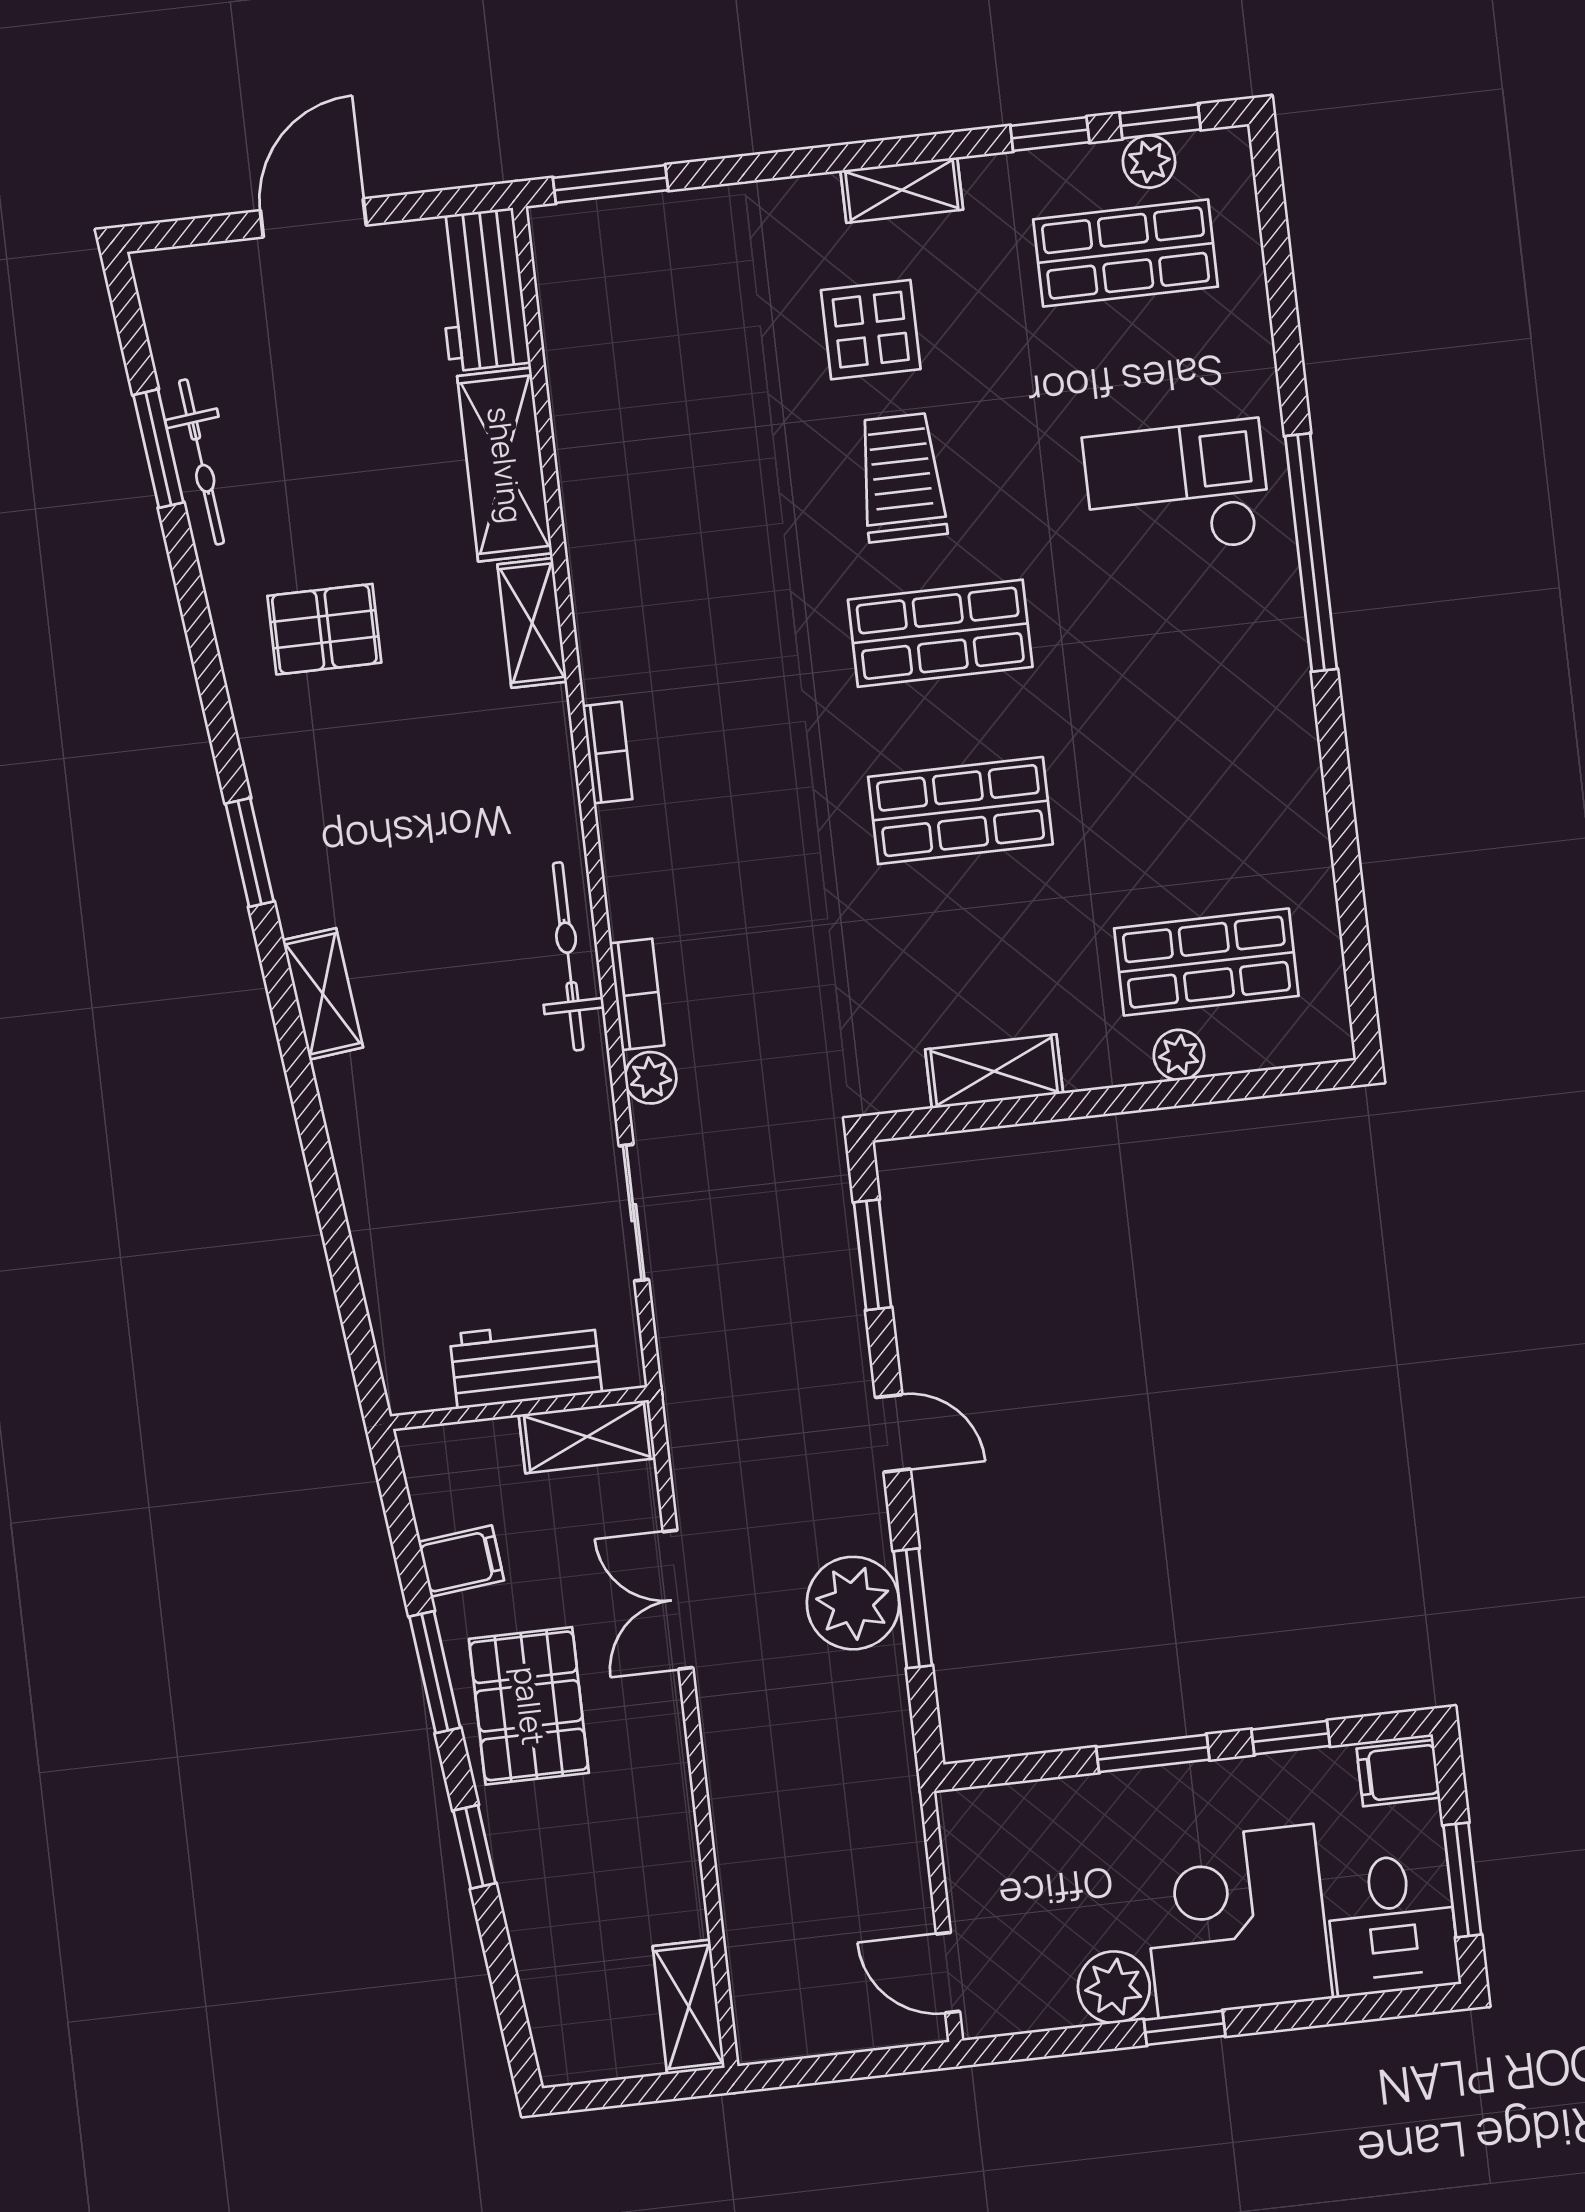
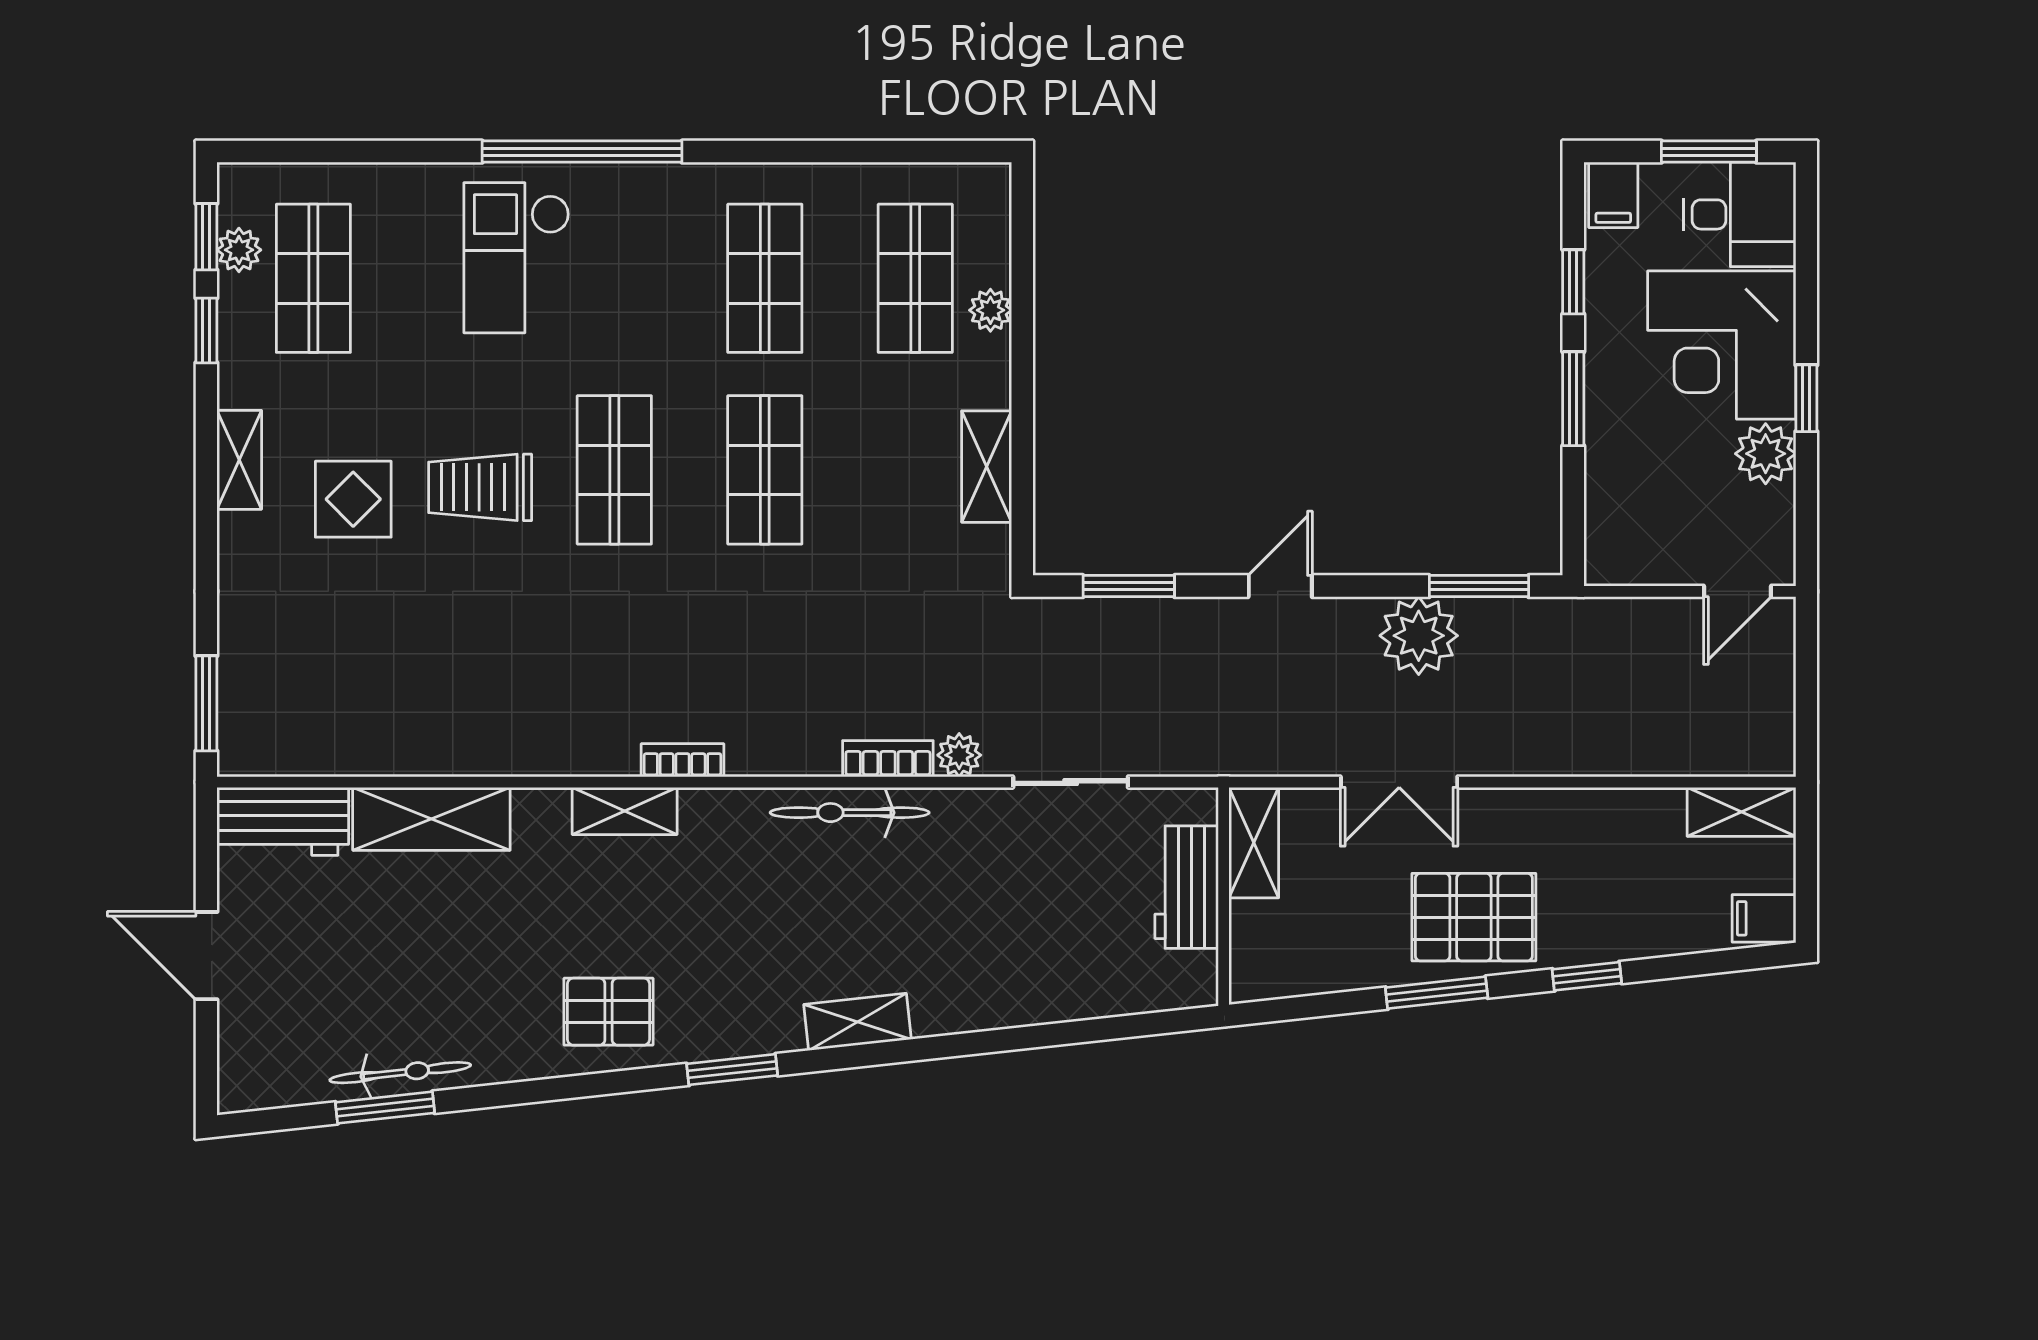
shelving: (532, 623) -> (625, 811), moved
pallet: (324, 629) -> (608, 1012), moved, turned 90
shop shelf: (1186, 785) -> (765, 278), added
filing cabinet: (461, 1561) -> (1764, 918), moved, turned -84
window: (913, 1608) -> (1479, 586), moved

